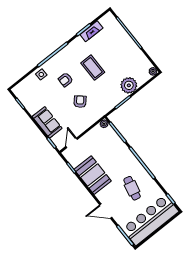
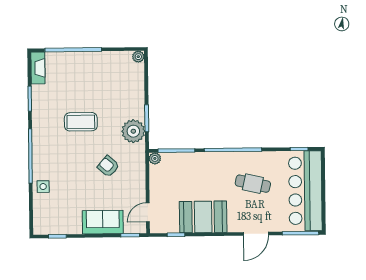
fireplace: (91, 31) -> (38, 68), moved
armchair: (66, 80) -> (71, 163), removed
plant: (129, 85) -> (133, 131), moved
door: (72, 143) -> (148, 212), hinge flipped

